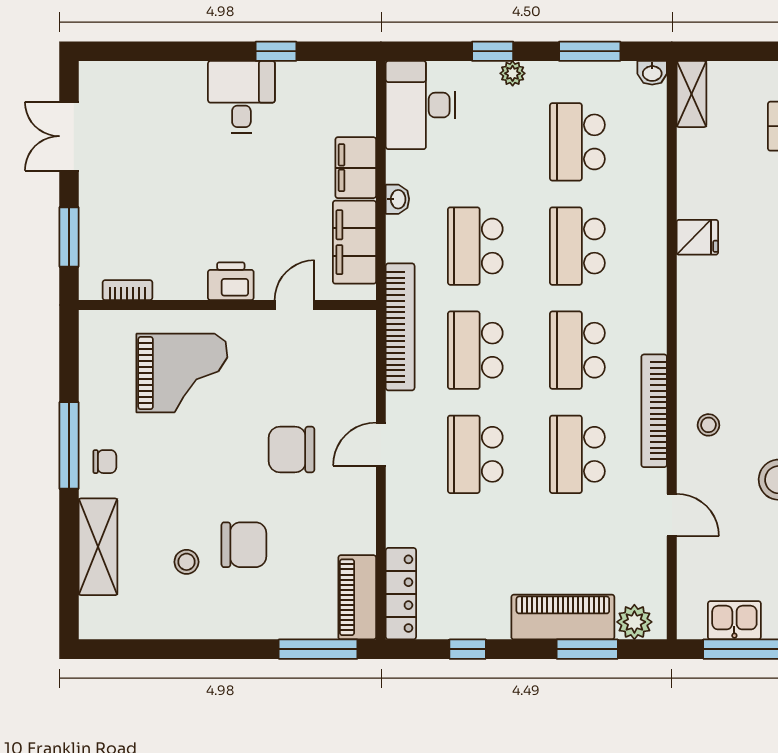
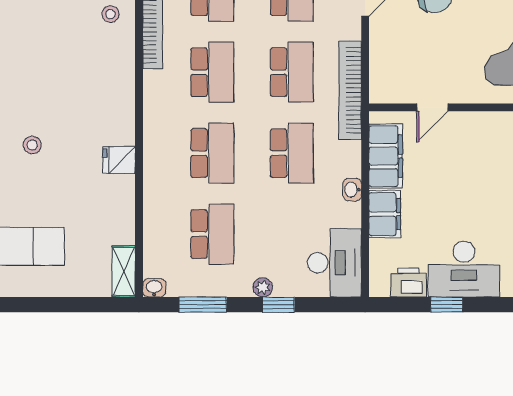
desk: (241, 97) -> (464, 269), width x1.37
printer: (231, 281) -> (408, 282), moved, turned 180

